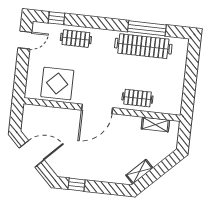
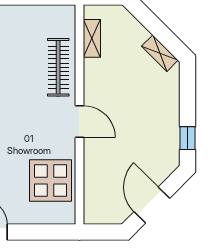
clothes rail: (137, 98) -> (58, 67), width x1.36
door: (97, 109) -> (80, 122), width x0.73

